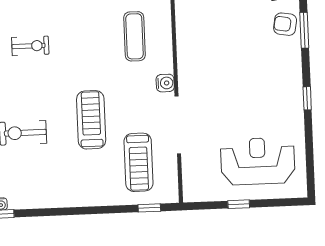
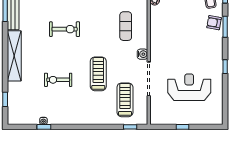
exercise bike: (30, 46) -> (65, 29), width x1.38, depth x1.39
reception desk: (258, 161) -> (189, 87), moved
treadmill: (139, 162) -> (125, 100), turned 180

